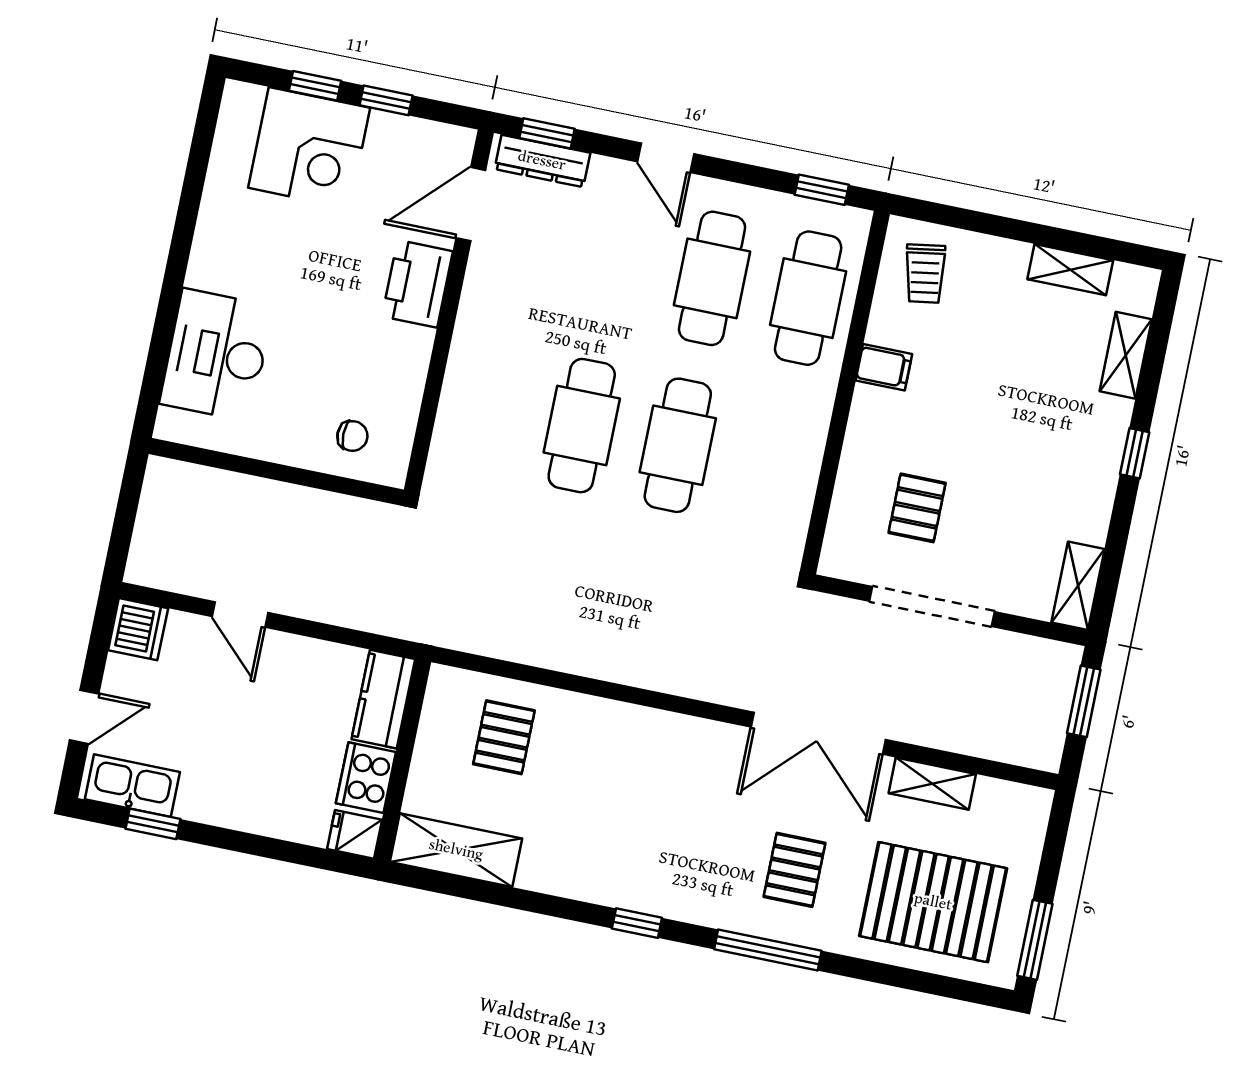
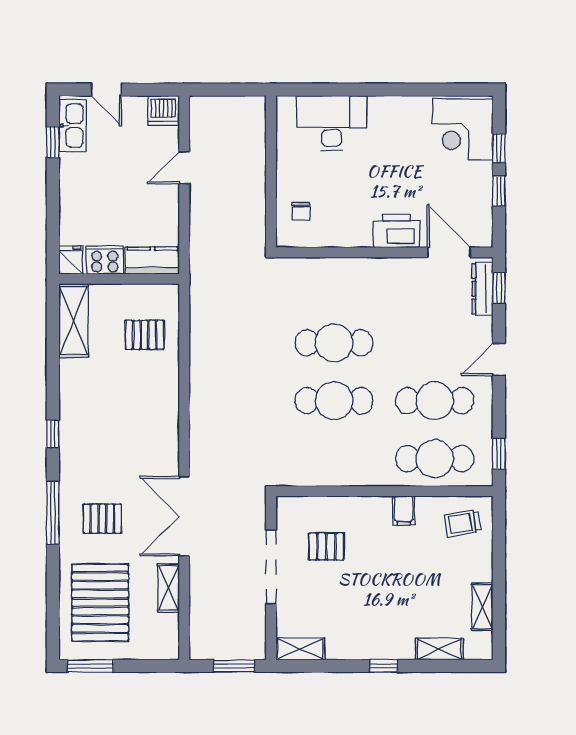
corner desk: (309, 148) -> (462, 129), moved

